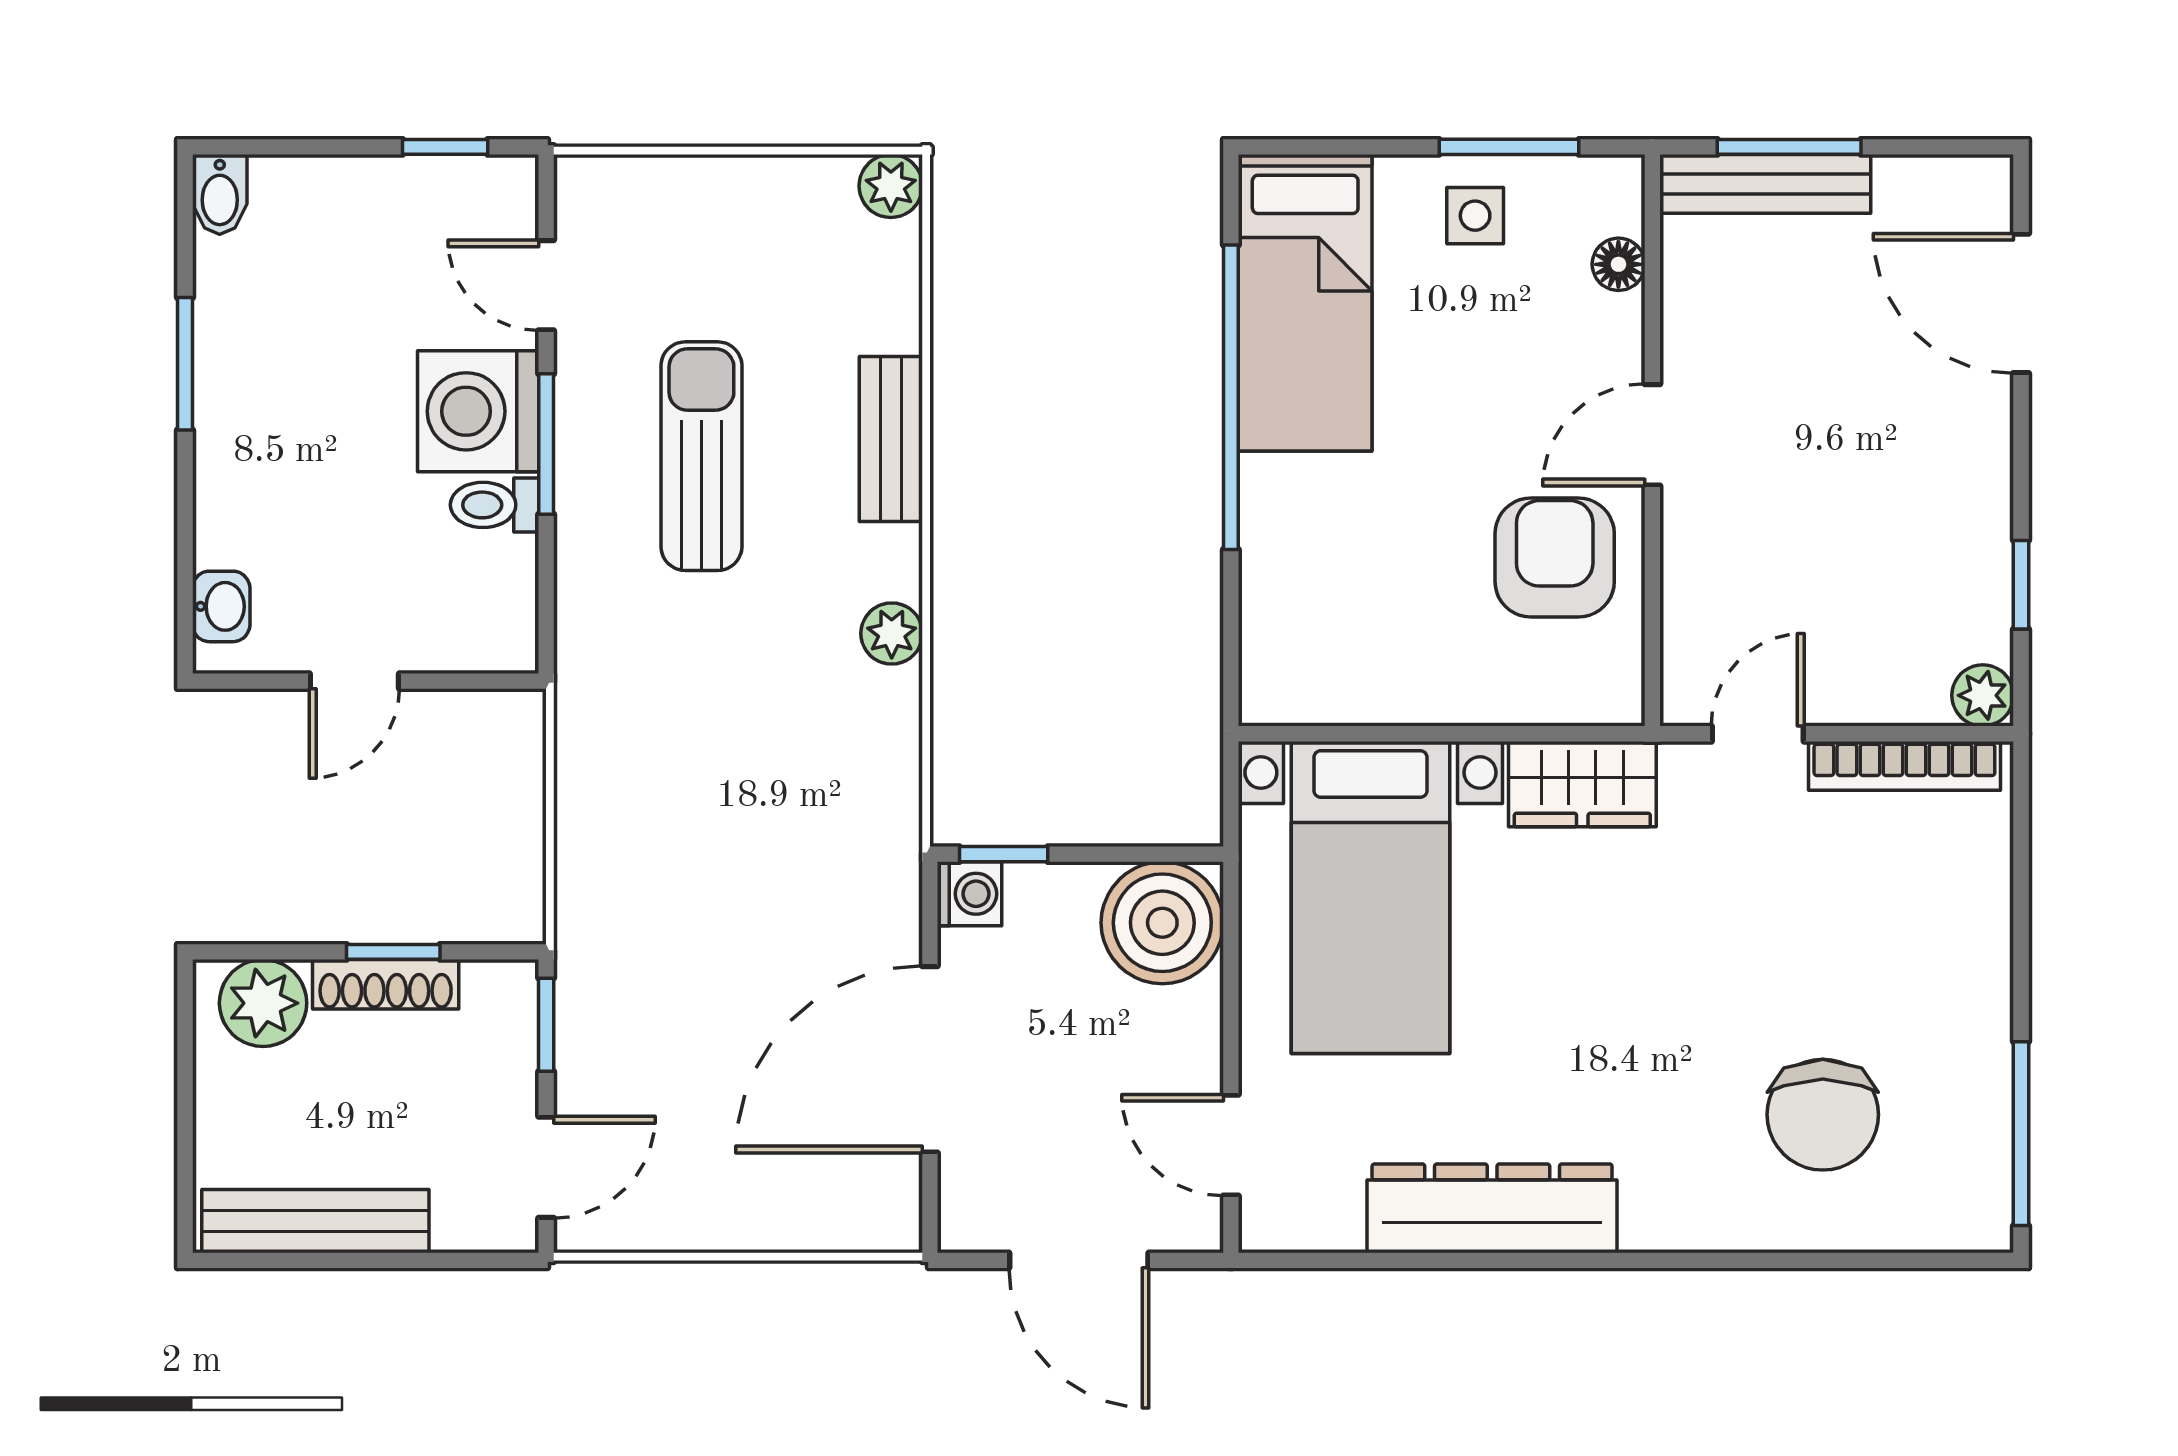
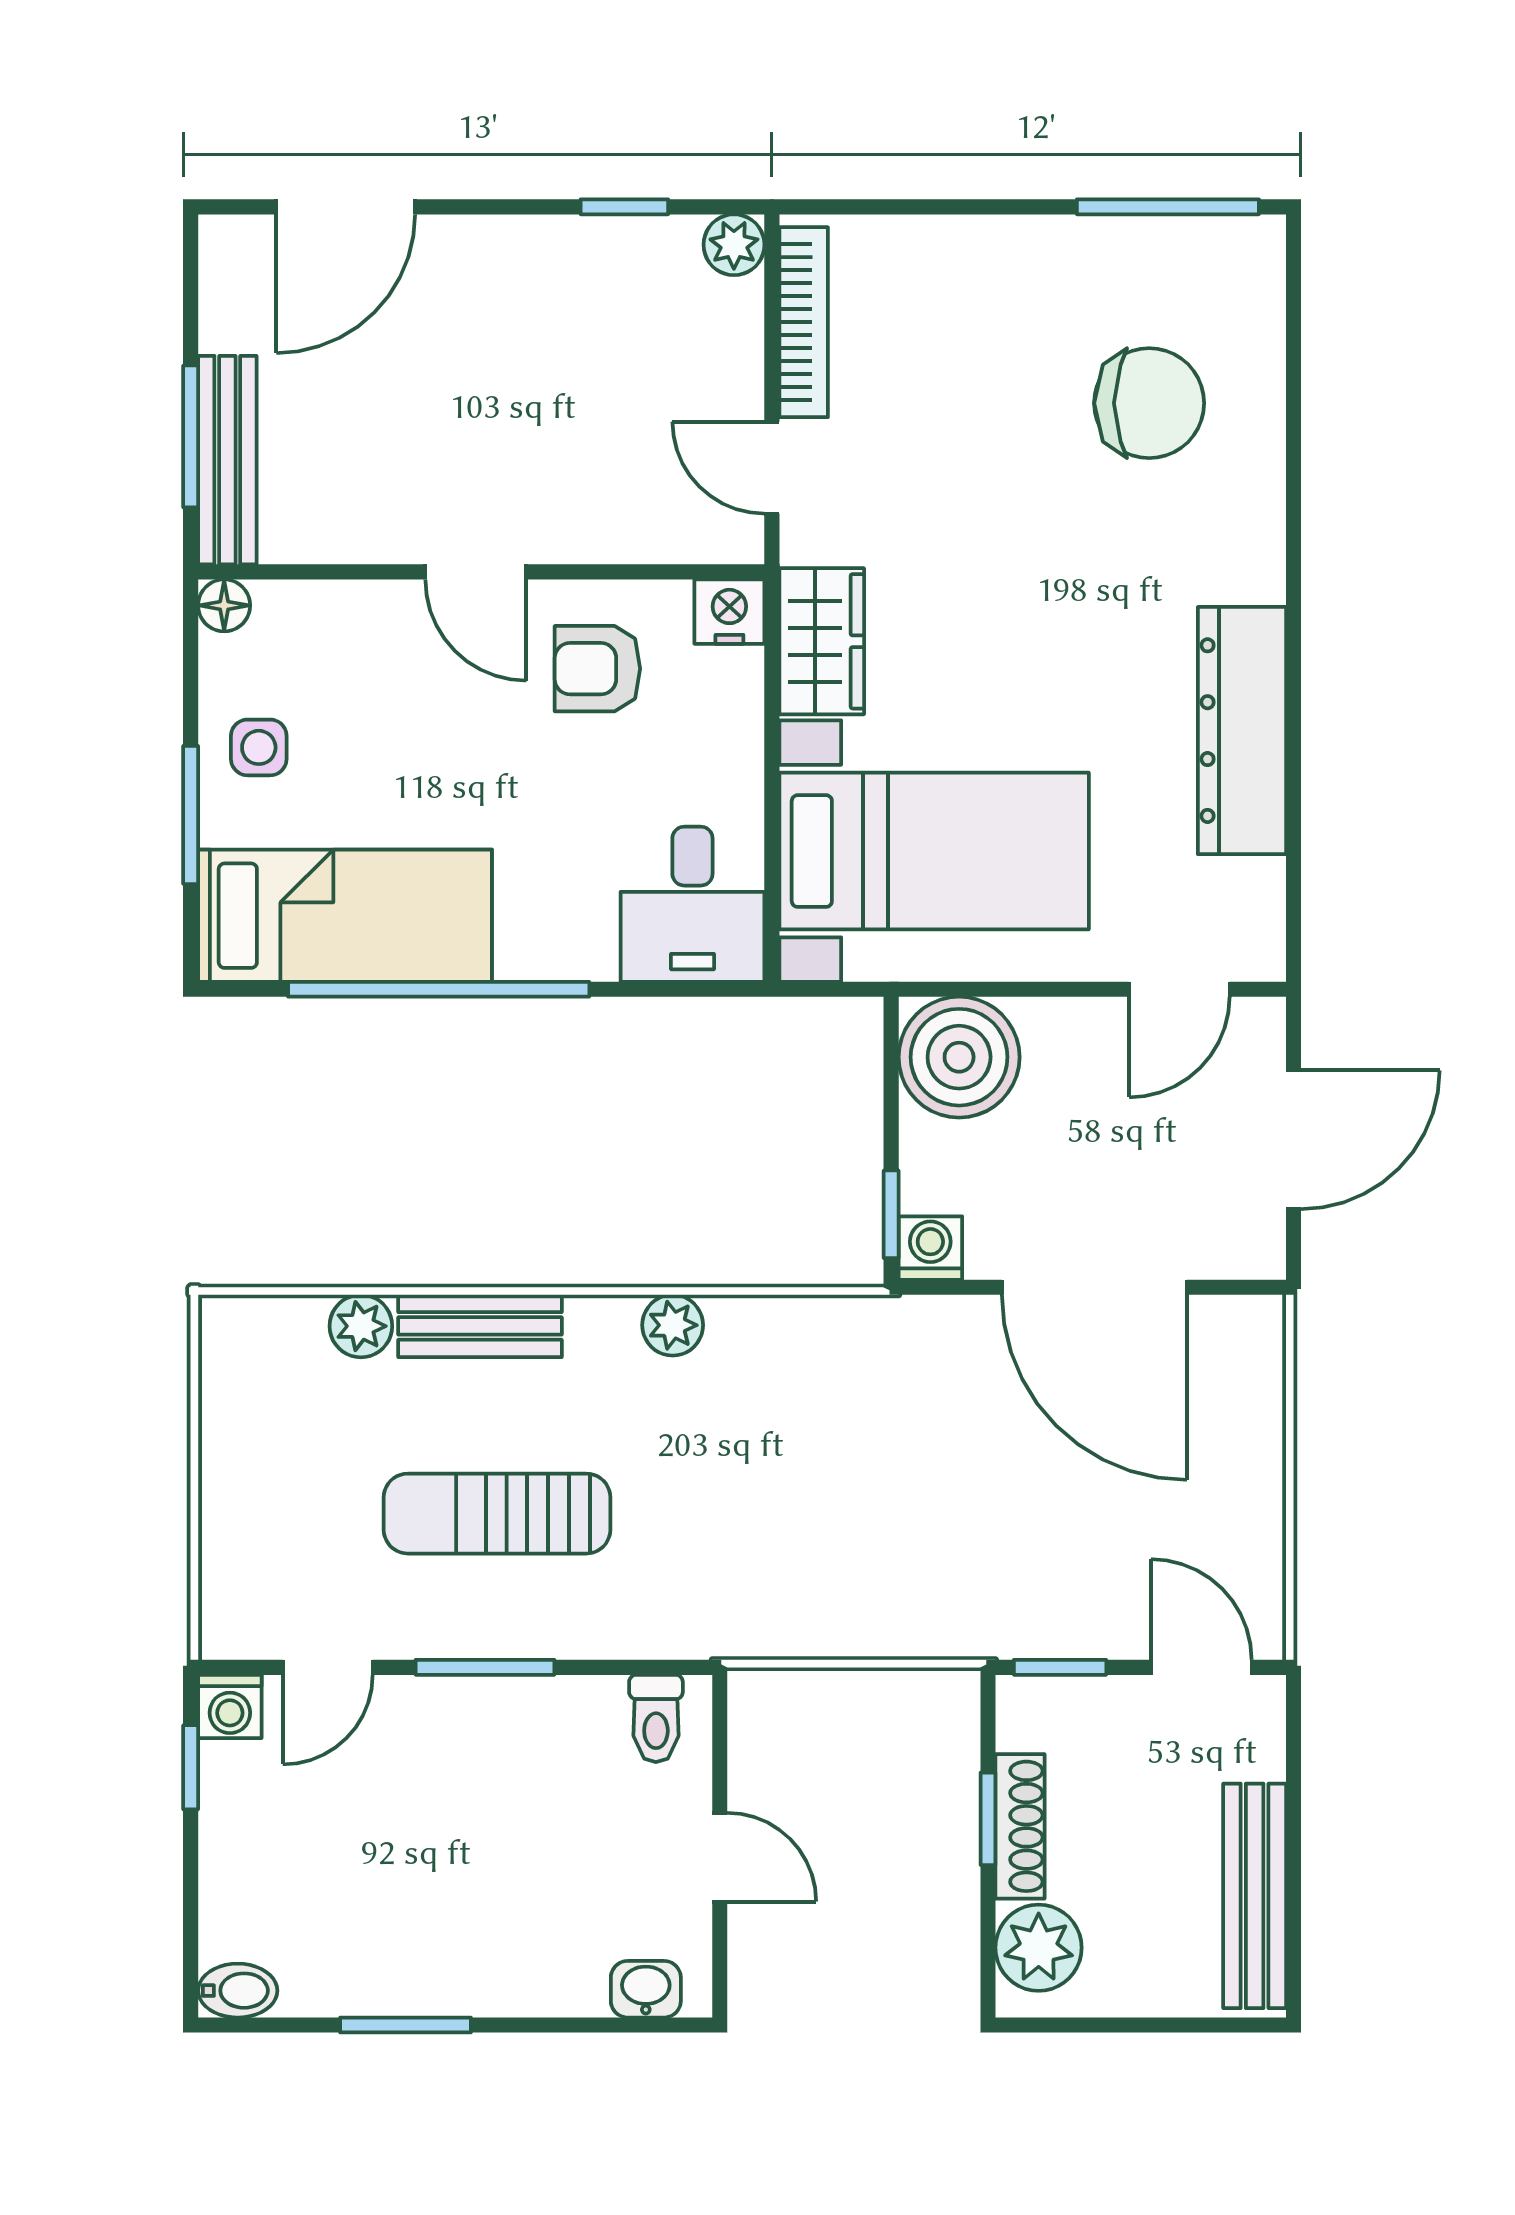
window: (1509, 147) -> (191, 815), moved
plant: (891, 186) -> (361, 1326), moved
floor lamp: (1618, 264) -> (224, 605), moved
washing machine: (478, 411) -> (230, 1707), moved, width x0.53, depth x0.53
toilet: (495, 505) -> (656, 1718), moved
armchair: (1555, 558) -> (597, 669), width x0.72, depth x0.72
desk: (1317, 654) -> (692, 904), added
nightstand: (1612, 691) -> (729, 612), added

